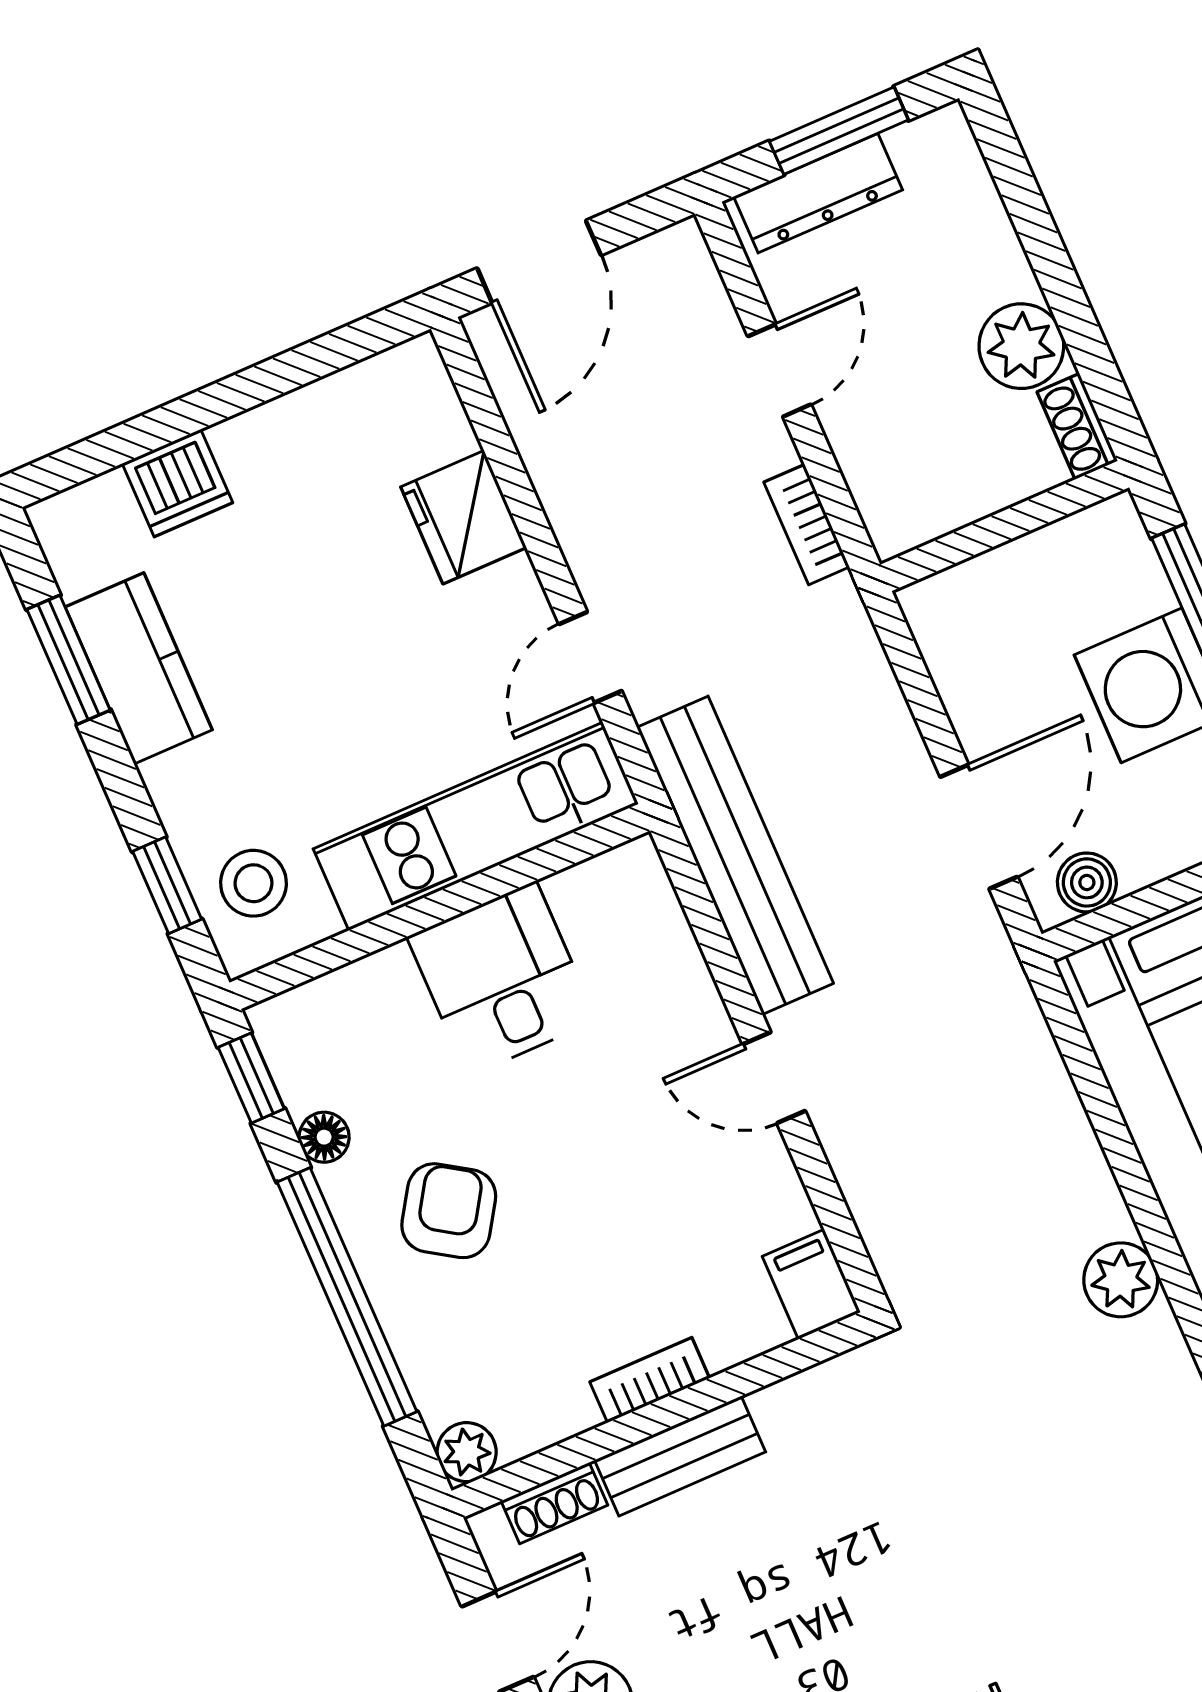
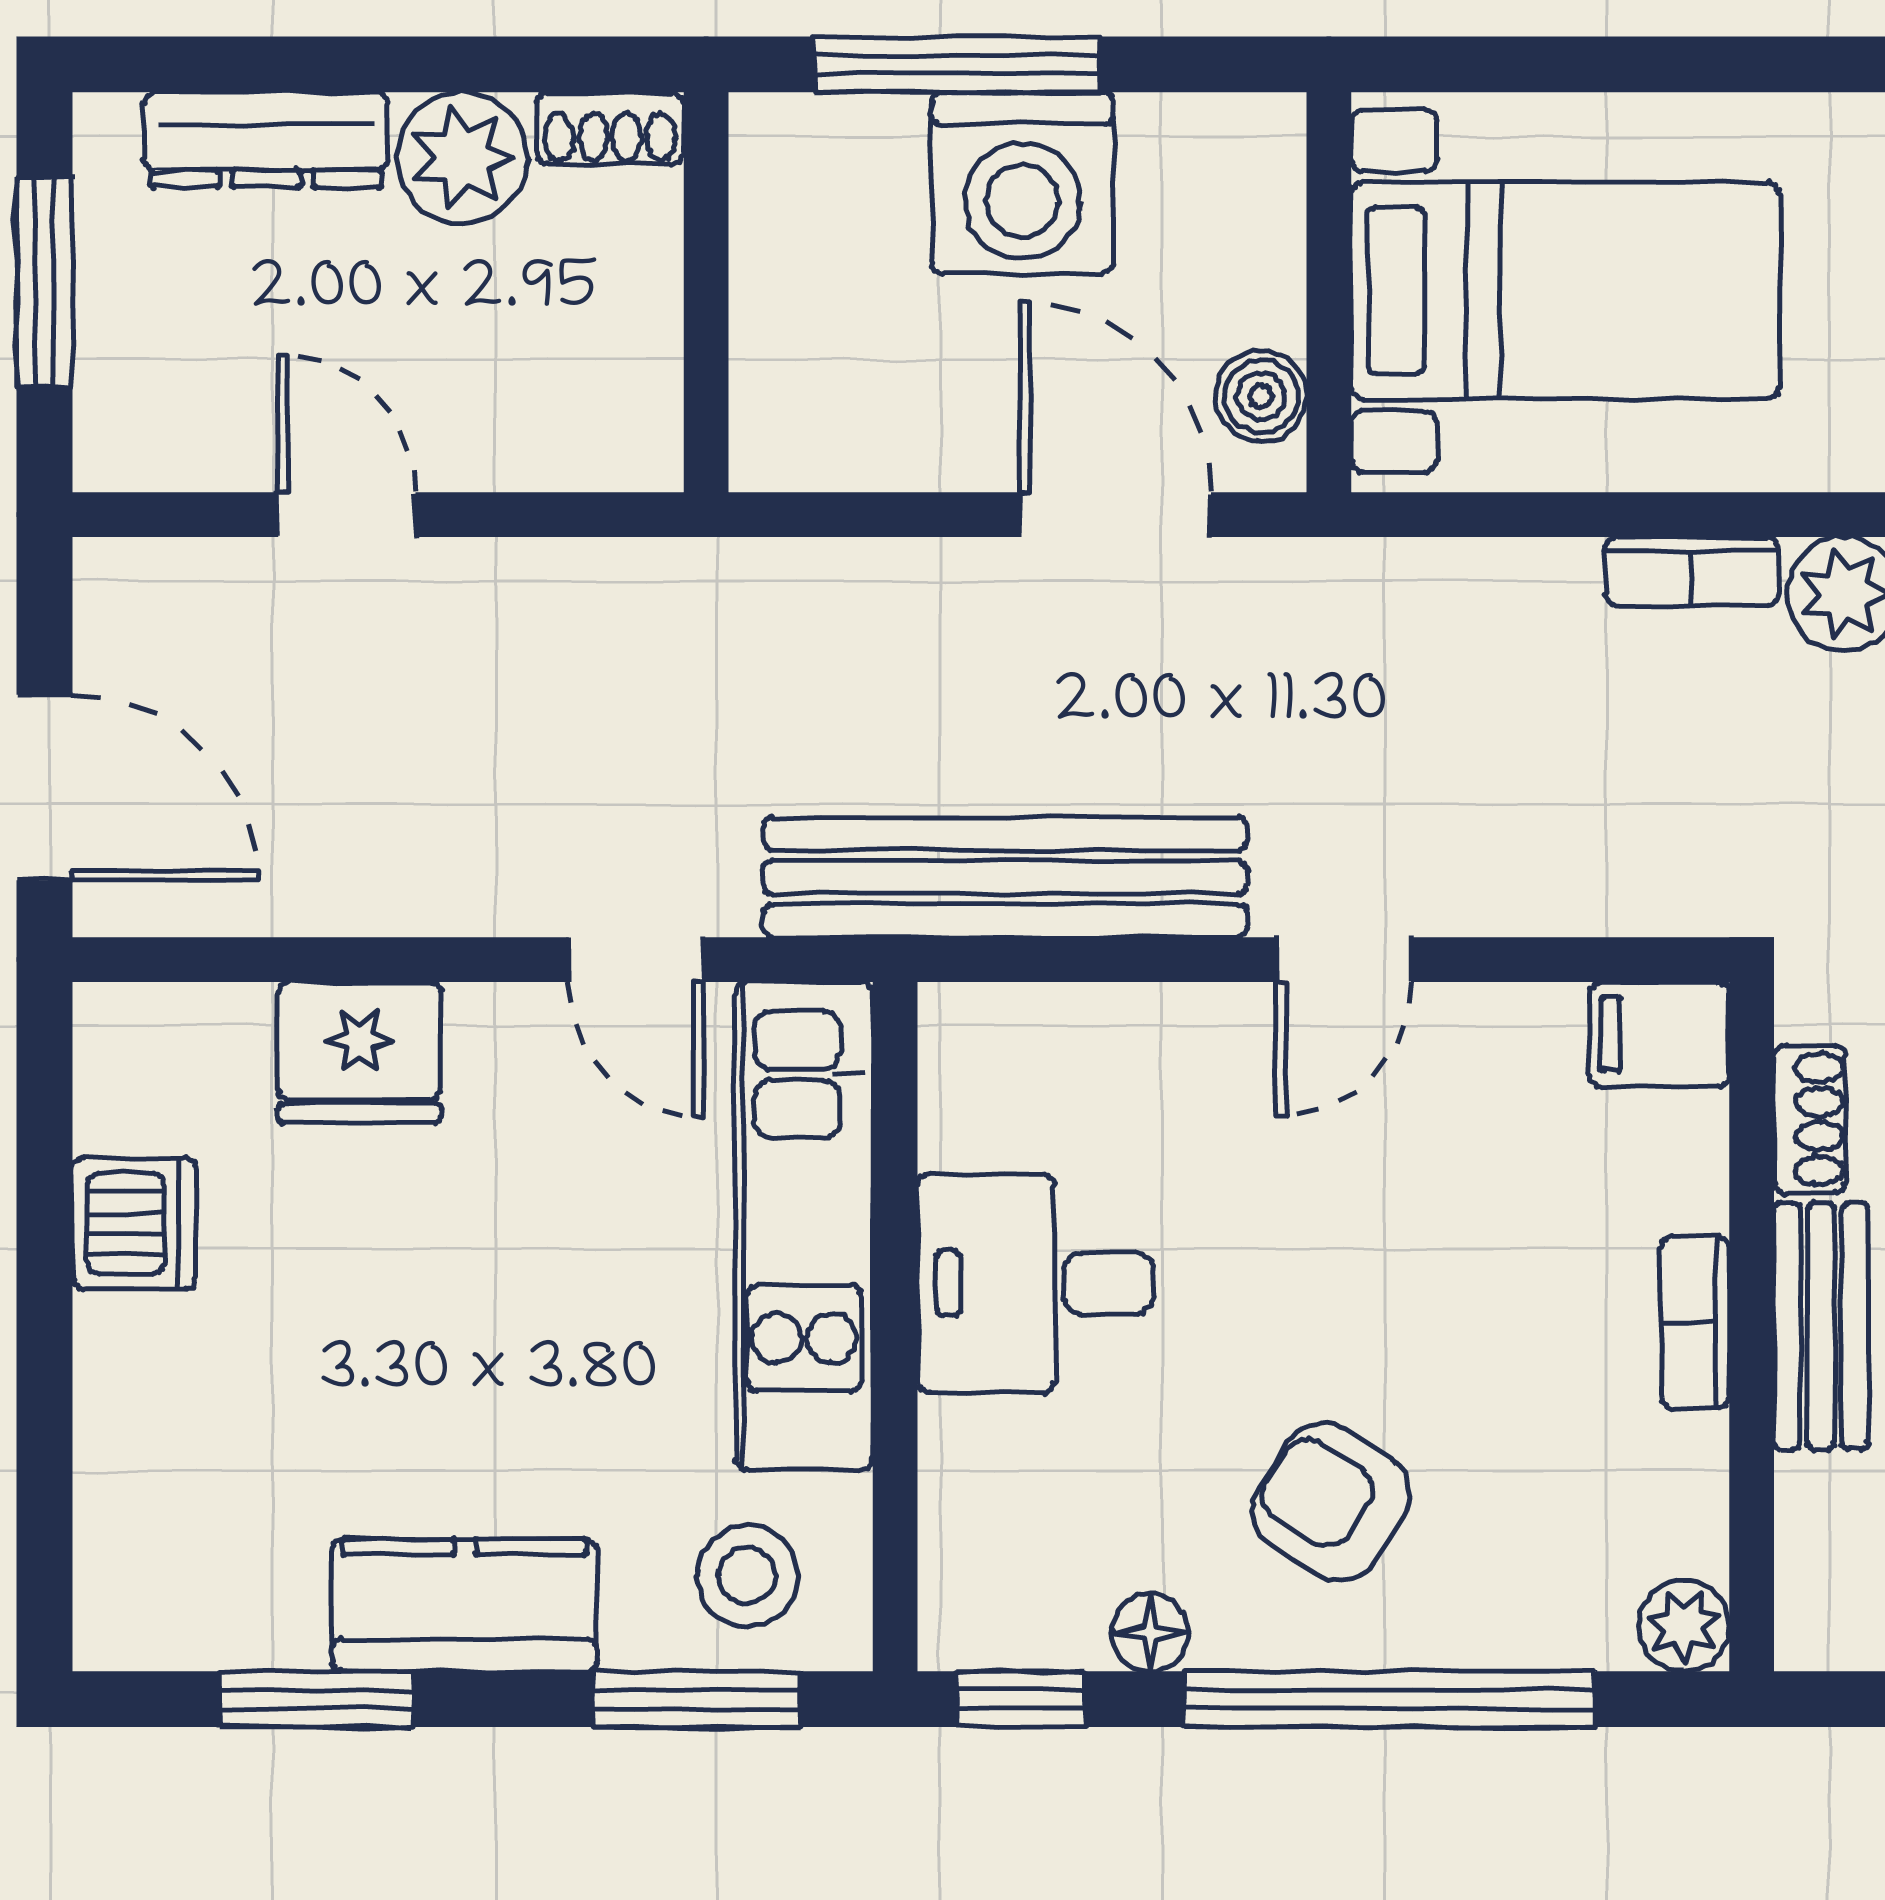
dresser: (818, 193) -> (266, 140), moved, turned 90
dishwasher: (177, 483) -> (134, 1223), moved
bookcase: (807, 525) -> (1692, 572), moved
kitchen counter: (139, 668) -> (465, 1605), moved
window: (167, 885) -> (697, 1699), width x1.50
shoe rack: (554, 1503) -> (1810, 1119), moved

